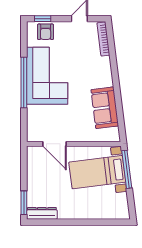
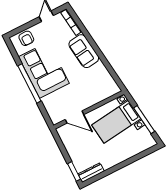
window: (43, 19) -> (19, 30), removed
sofa: (105, 108) -> (84, 51), moved
window: (127, 169) -> (144, 120), moved

